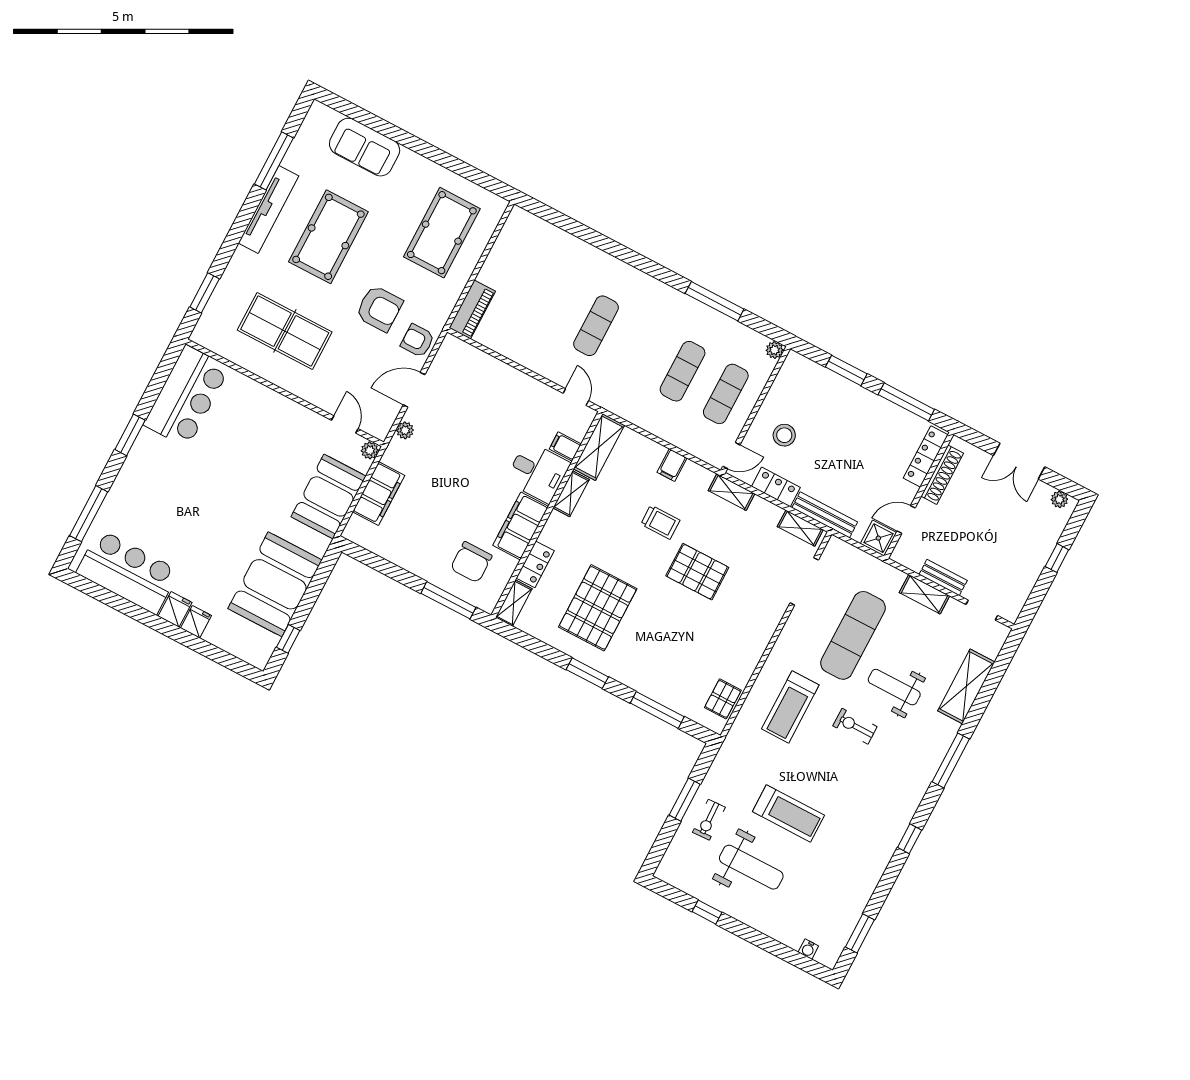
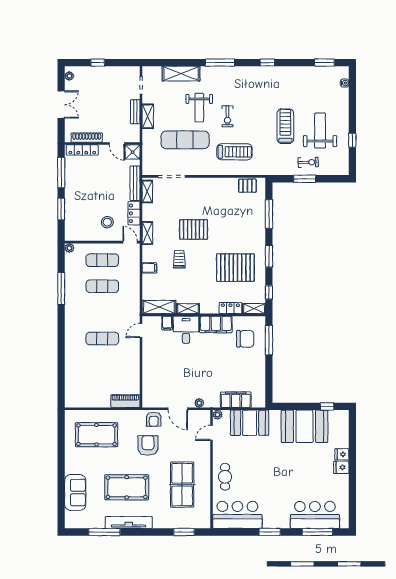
cafe table: (260, 409) -> (225, 477), added
bar counter: (128, 572) -> (315, 515), moved, turned 90
pallet: (697, 572) -> (194, 229), turned 90
window: (527, 642) -> (269, 292), added

